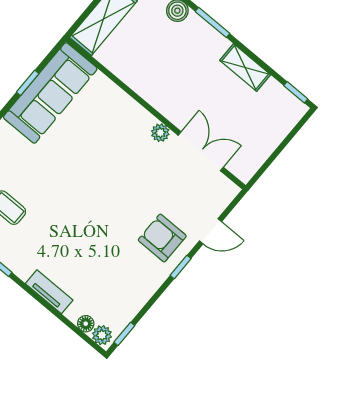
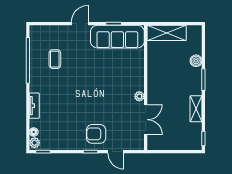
armchair: (162, 238) -> (96, 134), turned -90

